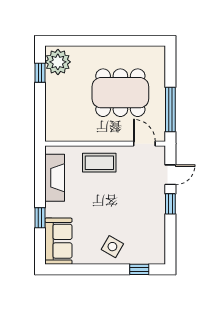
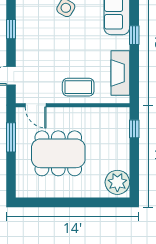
window: (40, 73) -> (134, 129), moved
window: (170, 109) -> (11, 137), width x0.69
window: (170, 204) -> (11, 29), moved

